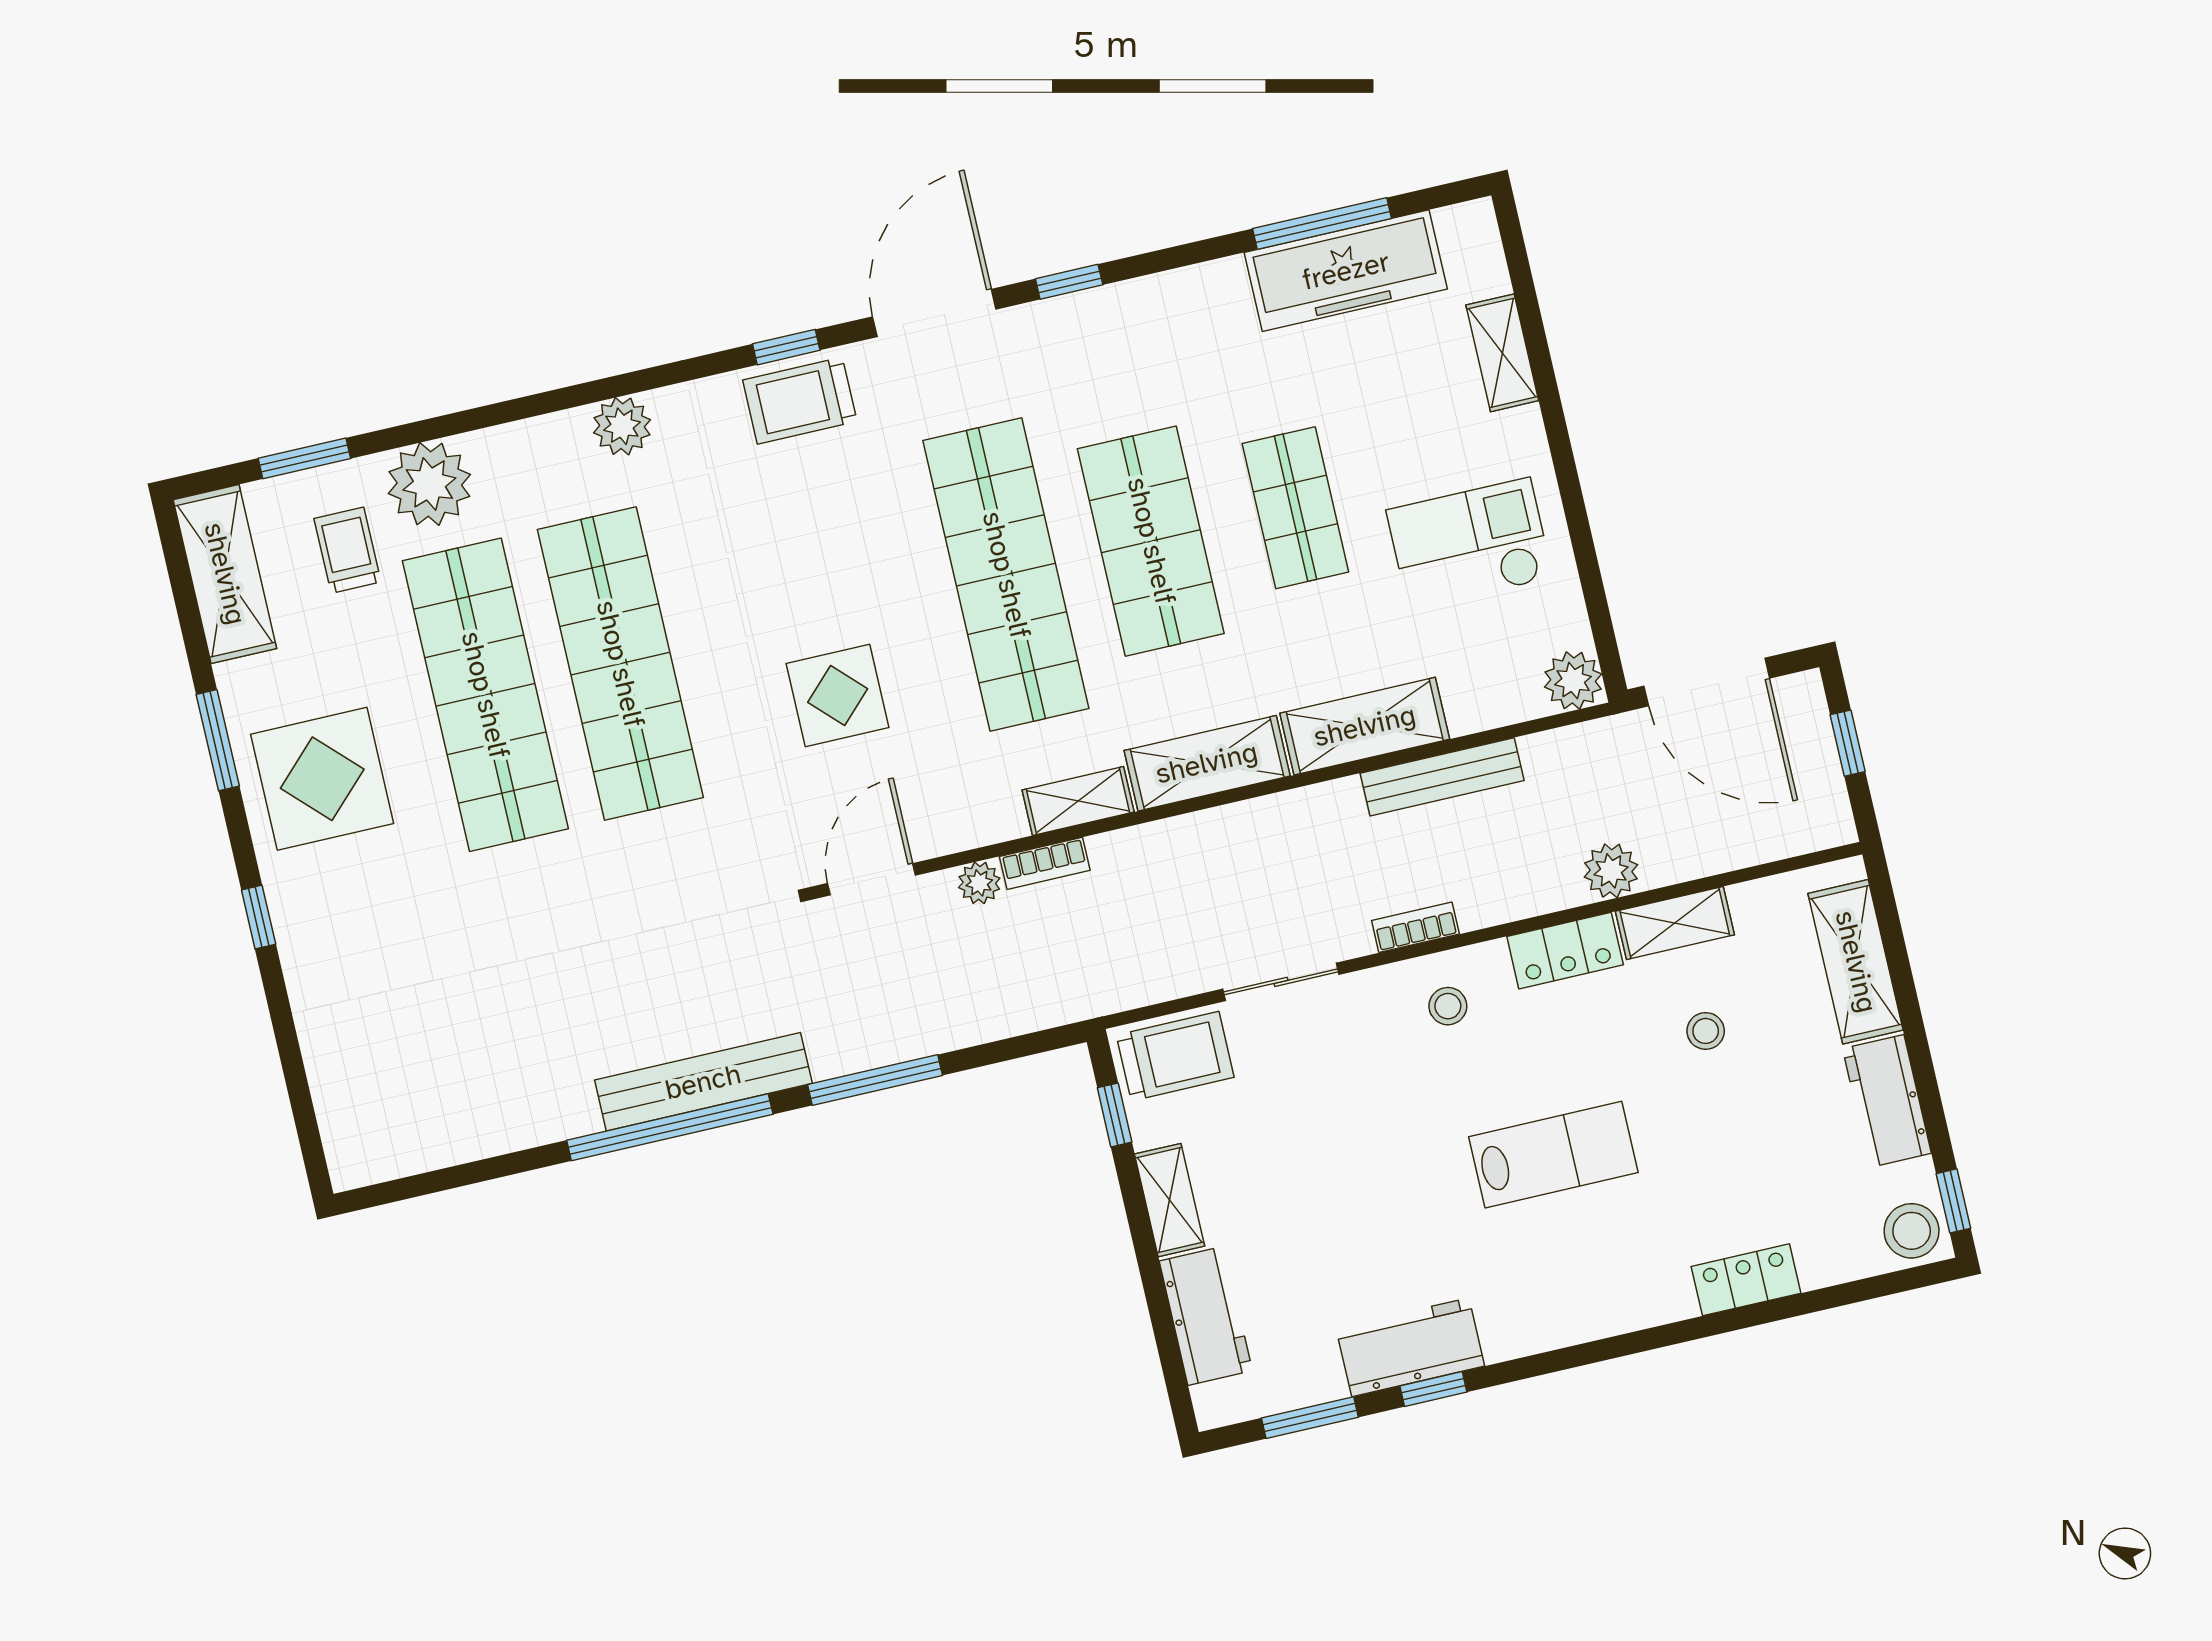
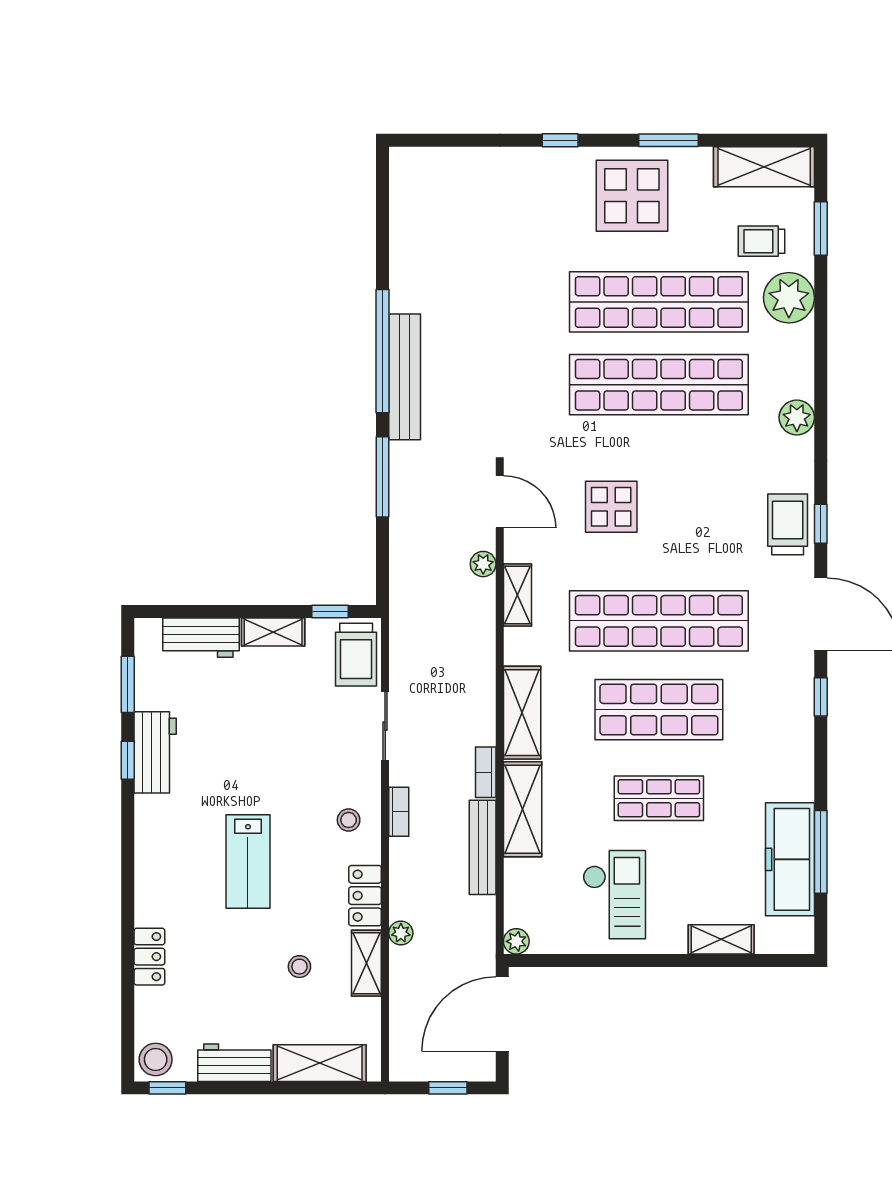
trolley: (347, 550) -> (762, 241), turned 180
plant: (1573, 681) -> (516, 941), width x0.73, depth x0.73
shelving: (1078, 801) -> (517, 595), moved
bookcase: (1045, 863) -> (486, 772), moved
plant: (1611, 871) -> (401, 933), width x0.73, depth x0.73

